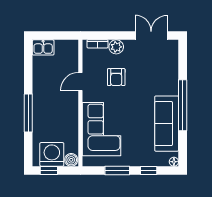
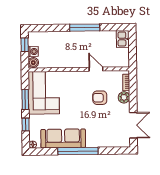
window: (28, 113) -> (85, 28), moved
corner sofa: (102, 129) -> (44, 93), moved, turned -90
washing machine: (52, 154) -> (33, 52), width x0.53, depth x0.53

